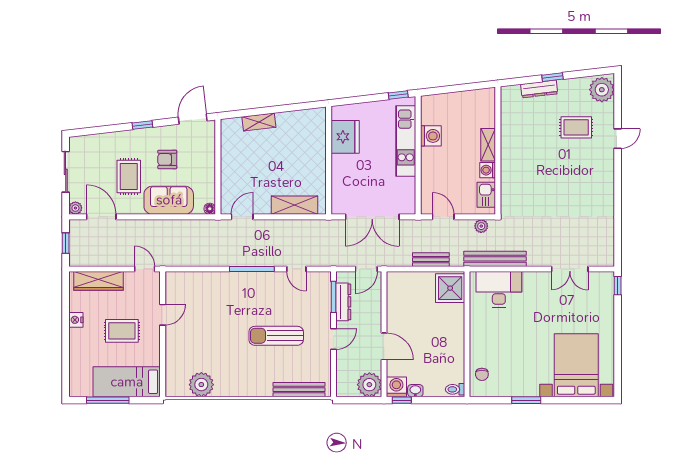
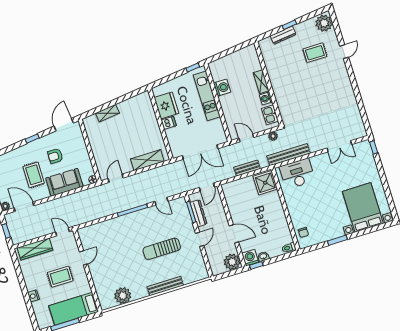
dishwasher: (341, 162) -> (169, 123), added
nightstand: (76, 320) -> (33, 296), moved
bench: (299, 390) -> (165, 286), moved

